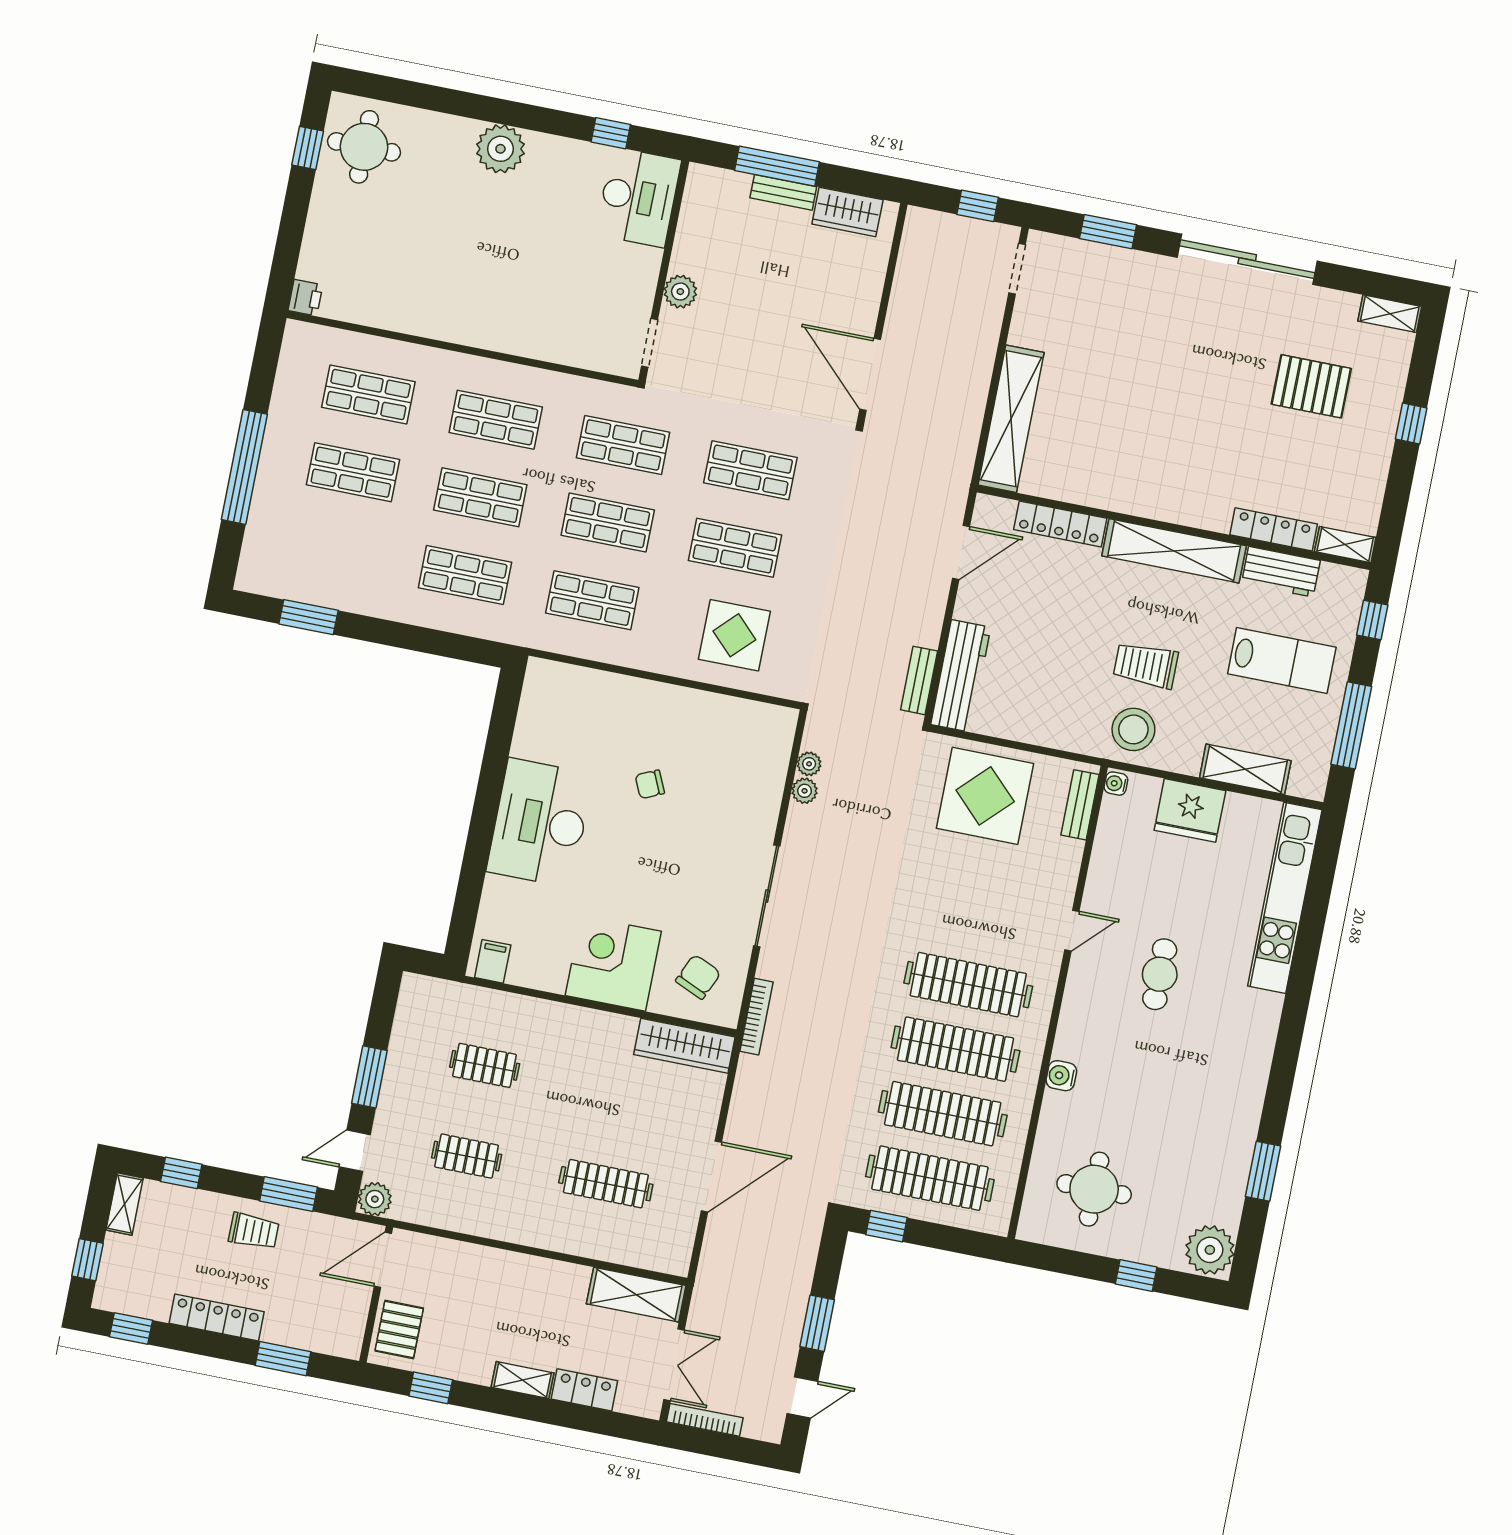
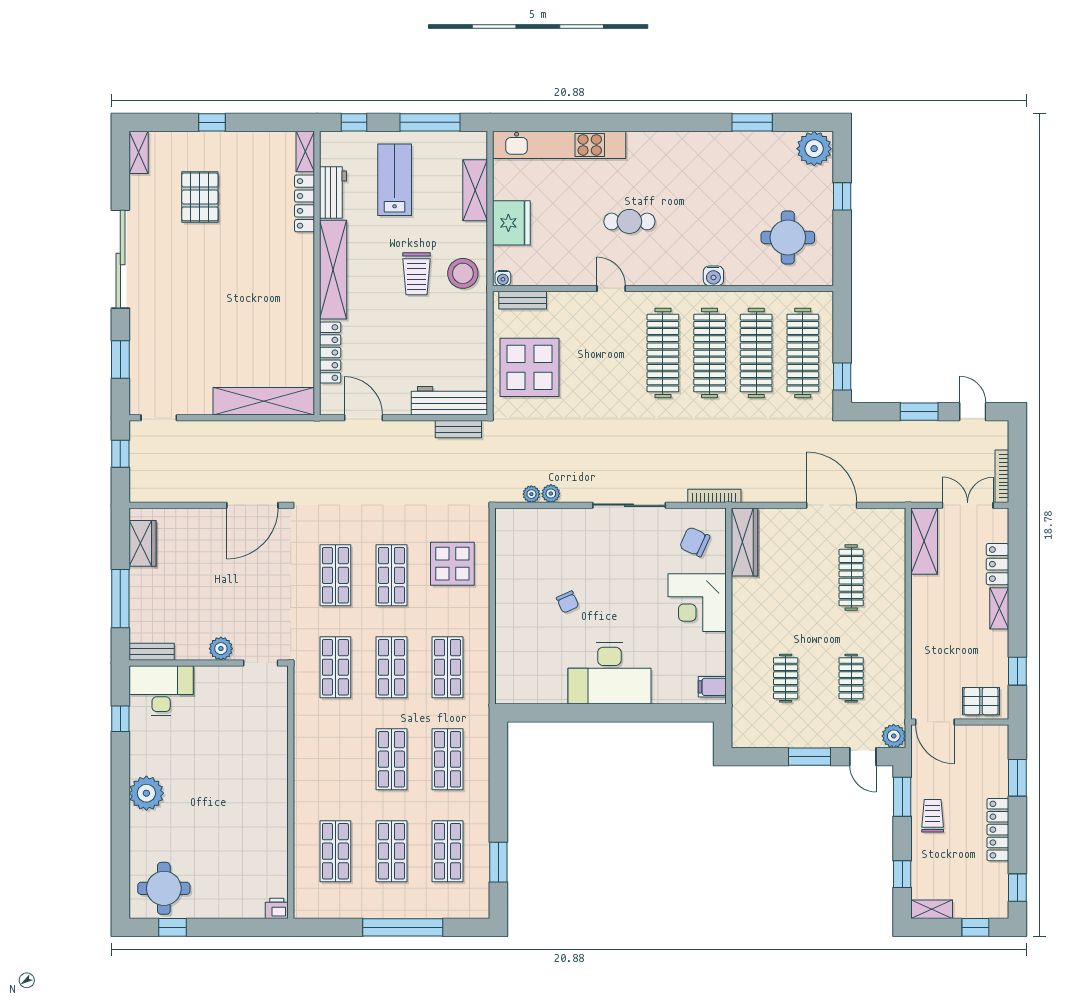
bench: (783, 192) -> (152, 652), moved, turned 90
shop shelf: (496, 420) -> (448, 851), moved

